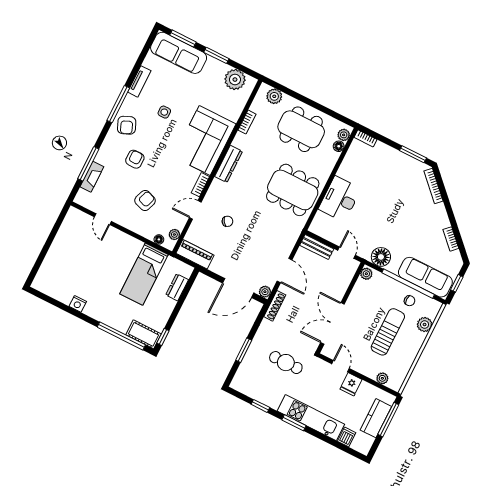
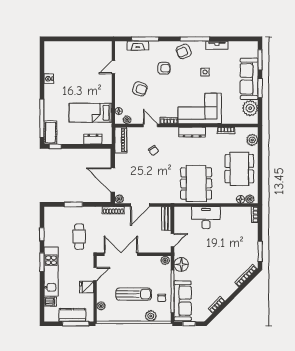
sofa: (179, 53) -> (249, 79), moved

